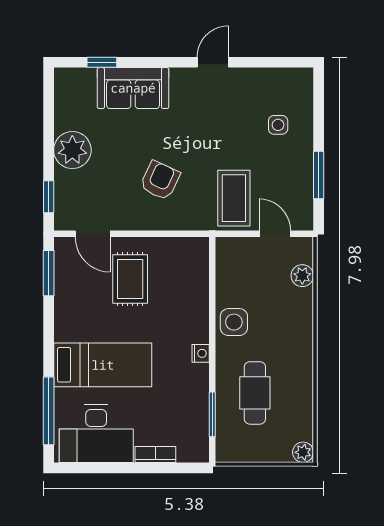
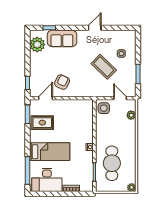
plant: (72, 150) -> (37, 45), moved
armchair: (160, 180) -> (62, 82), moved
coffee table: (234, 198) -> (104, 67), moved, turned -46
door: (93, 234) -> (45, 98), swing flipped
rug: (130, 279) -> (42, 123), moved, turned 90
side table: (234, 322) -> (104, 108), moved
cafe table: (255, 393) -> (112, 163), width x1.37, depth x1.35

